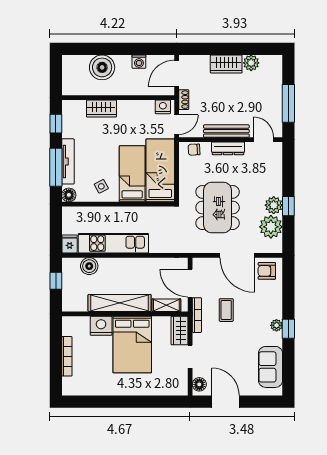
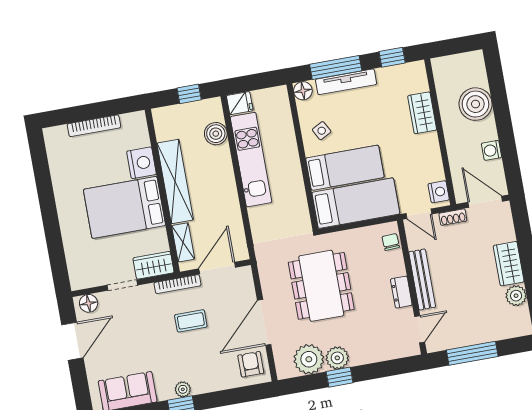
dresser: (228, 148) -> (401, 292), width x0.70
dining table: (218, 208) -> (321, 286), turned 90

